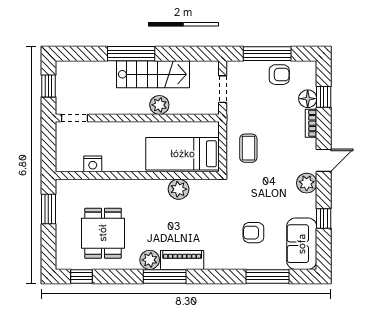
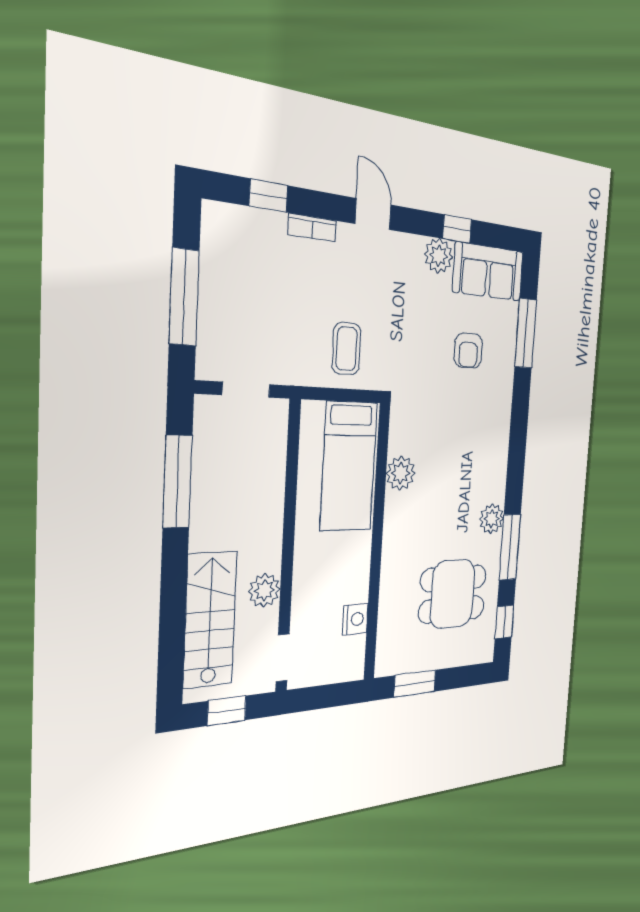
window: (131, 54) -> (177, 482), moved
stairs: (153, 74) -> (210, 620), moved
armchair: (279, 75) -> (225, 277), removed
floor lamp: (308, 99) -> (270, 227), removed
plant: (159, 105) -> (264, 590), moved
coffee table: (248, 148) -> (347, 349), turned 90
plant: (307, 183) -> (439, 256), moved
piano: (182, 260) -> (495, 468), removed
window: (165, 276) -> (510, 547), moved

